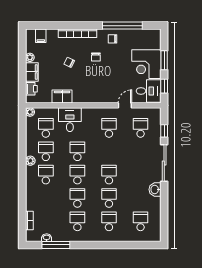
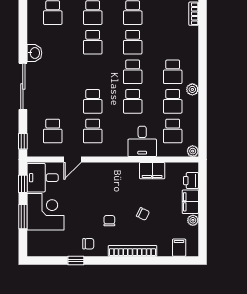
window: (122, 26) -> (76, 261), width x0.32
window: (164, 131) -> (23, 141), moved
school desk: (109, 175) -> (93, 101), moved

